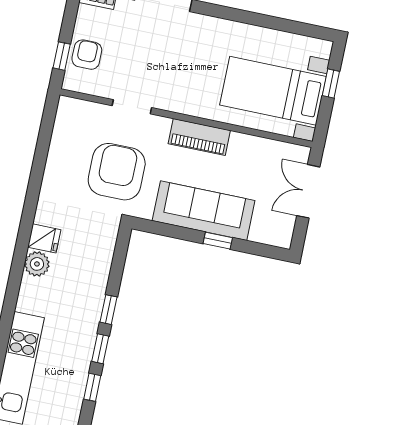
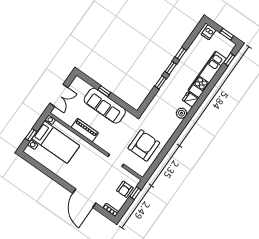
piano: (199, 137) -> (85, 130), moved
armchair: (117, 172) -> (144, 145), moved, turned 180
fridge: (44, 238) -> (190, 99), moved

